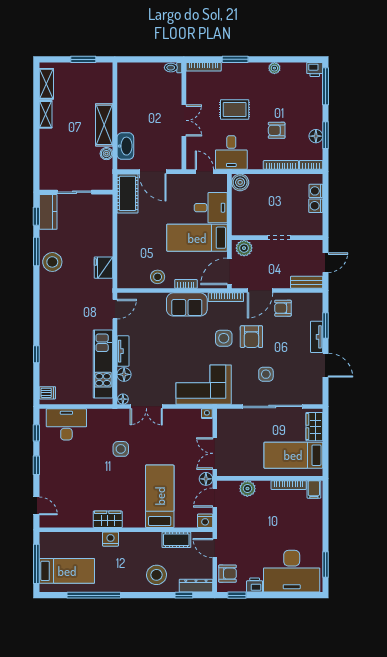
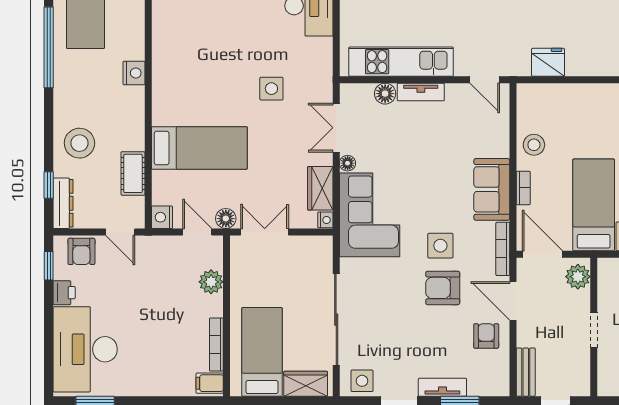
side table: (266, 374) -> (362, 381), moved
floor lamp: (123, 399) -> (348, 163), moved
wardrobe: (108, 519) -> (320, 188), moved, turned 180
door: (215, 548) -> (120, 232), swing flipped

